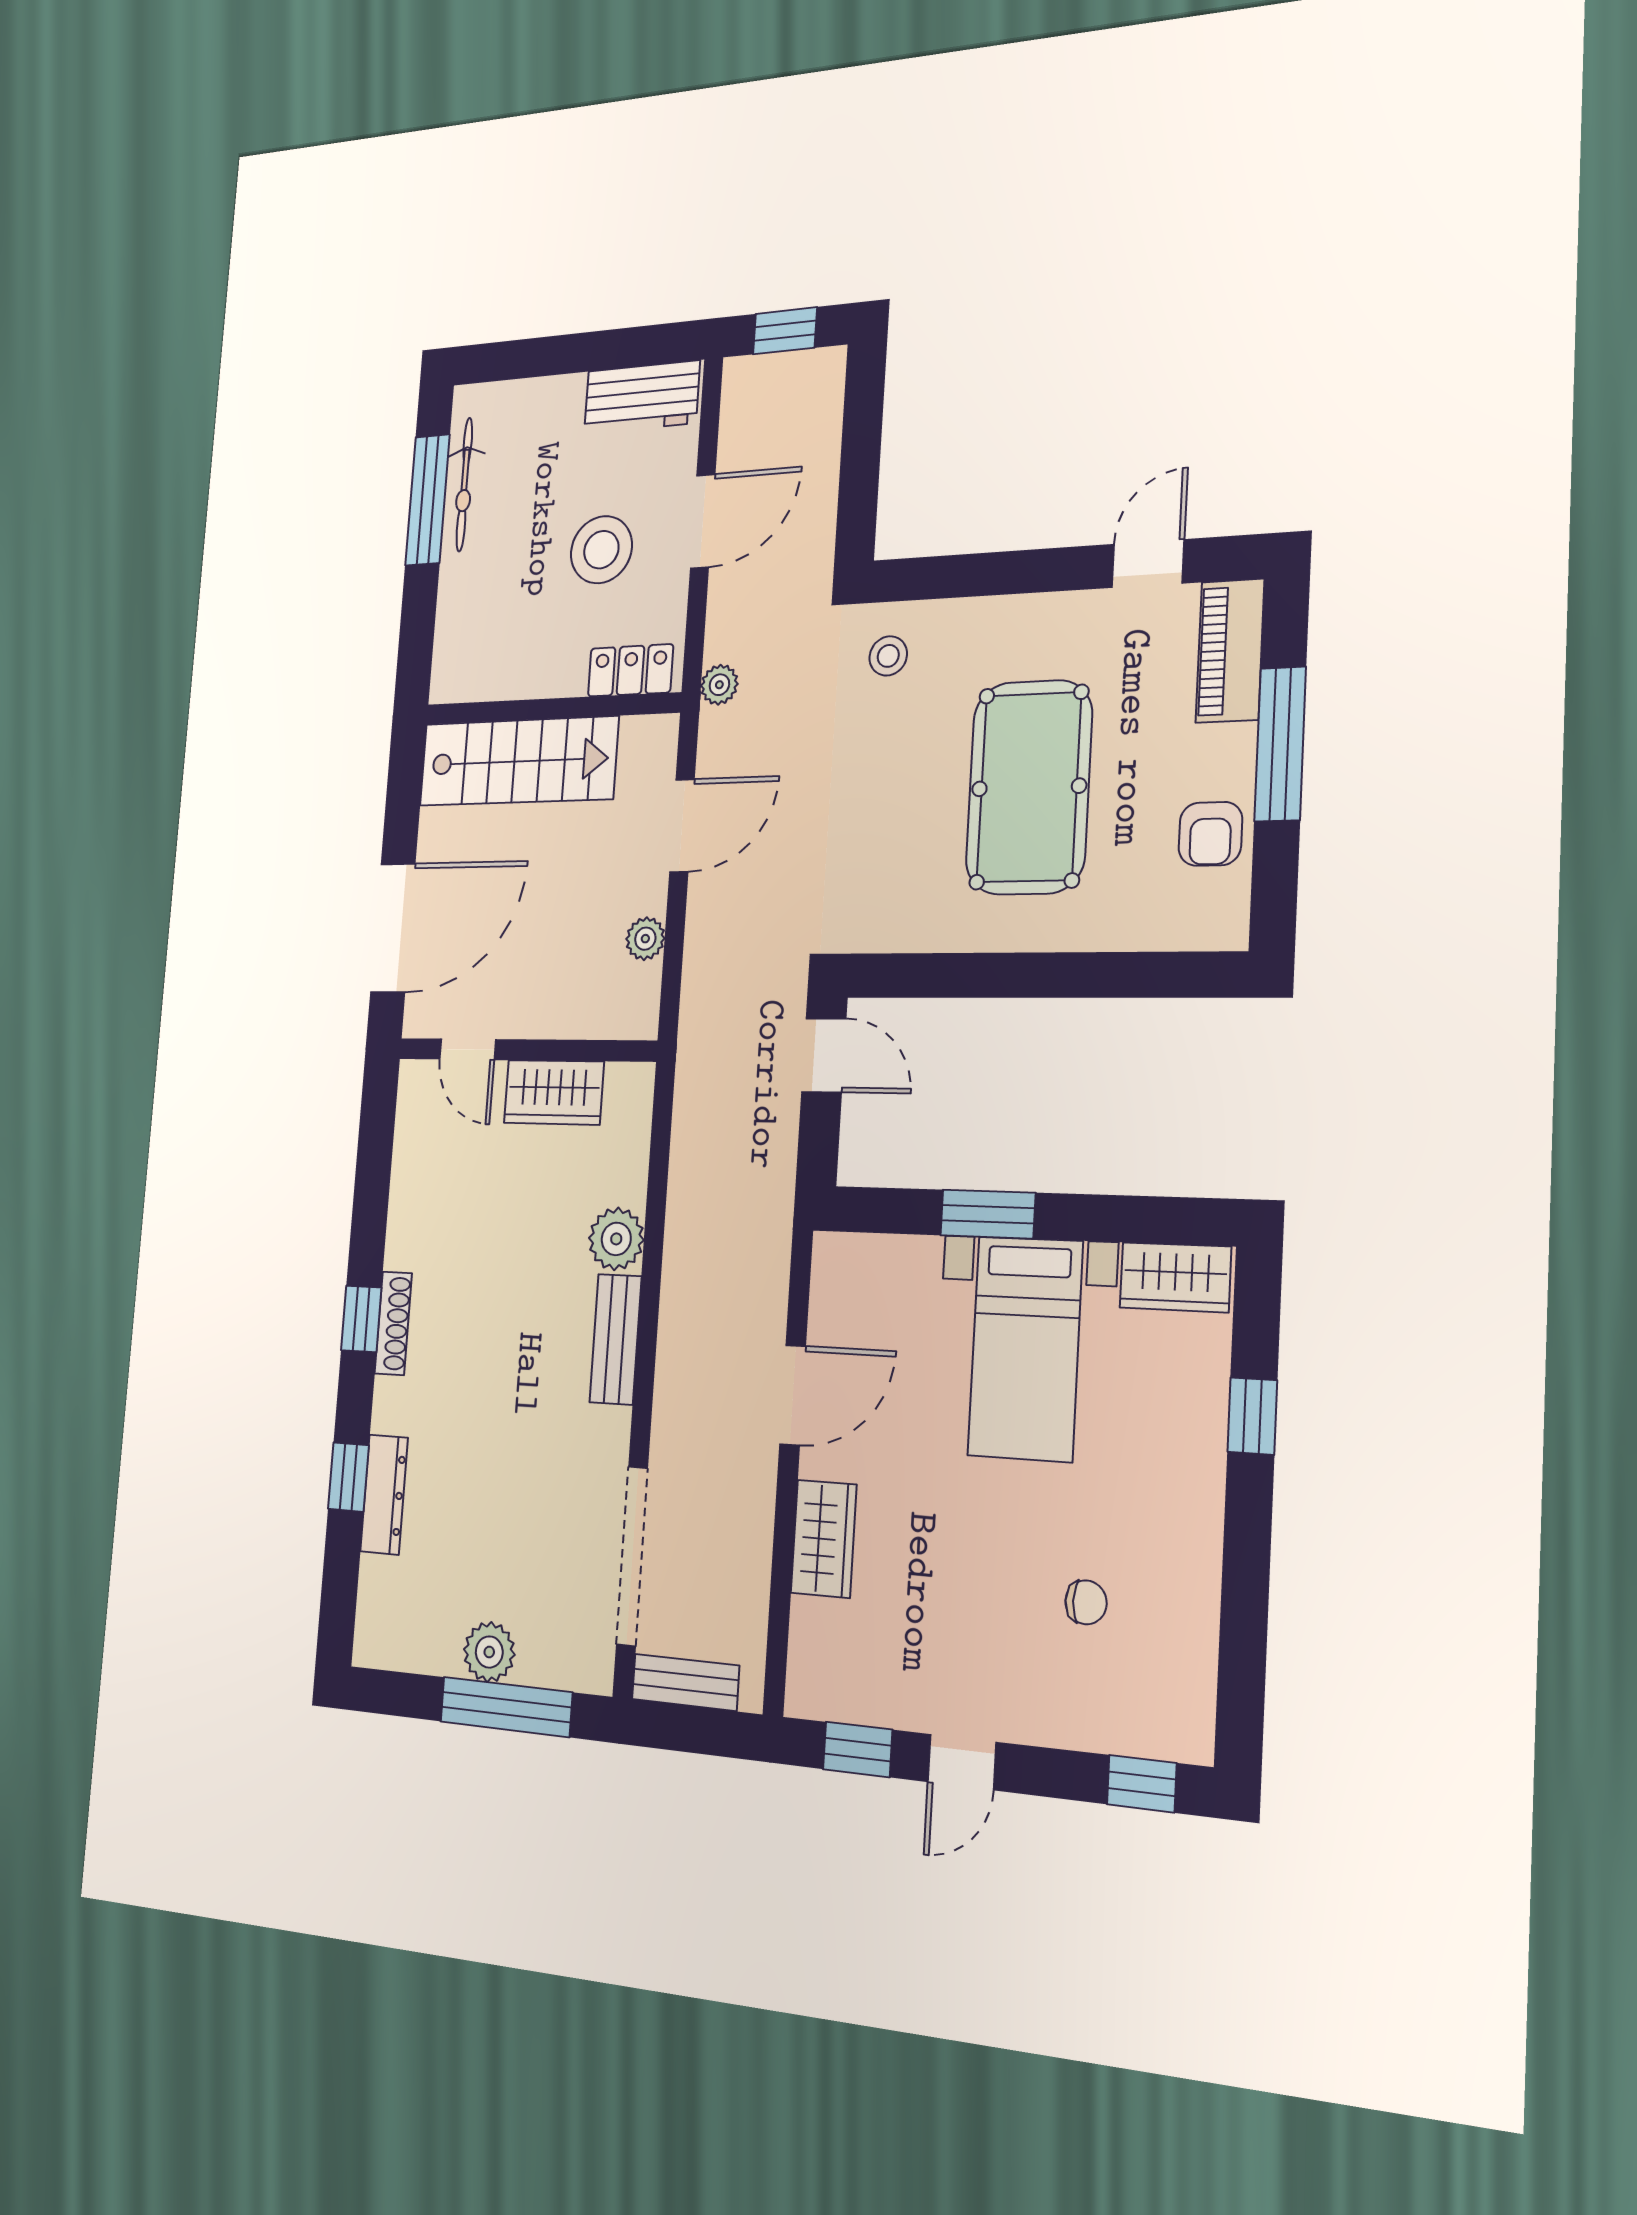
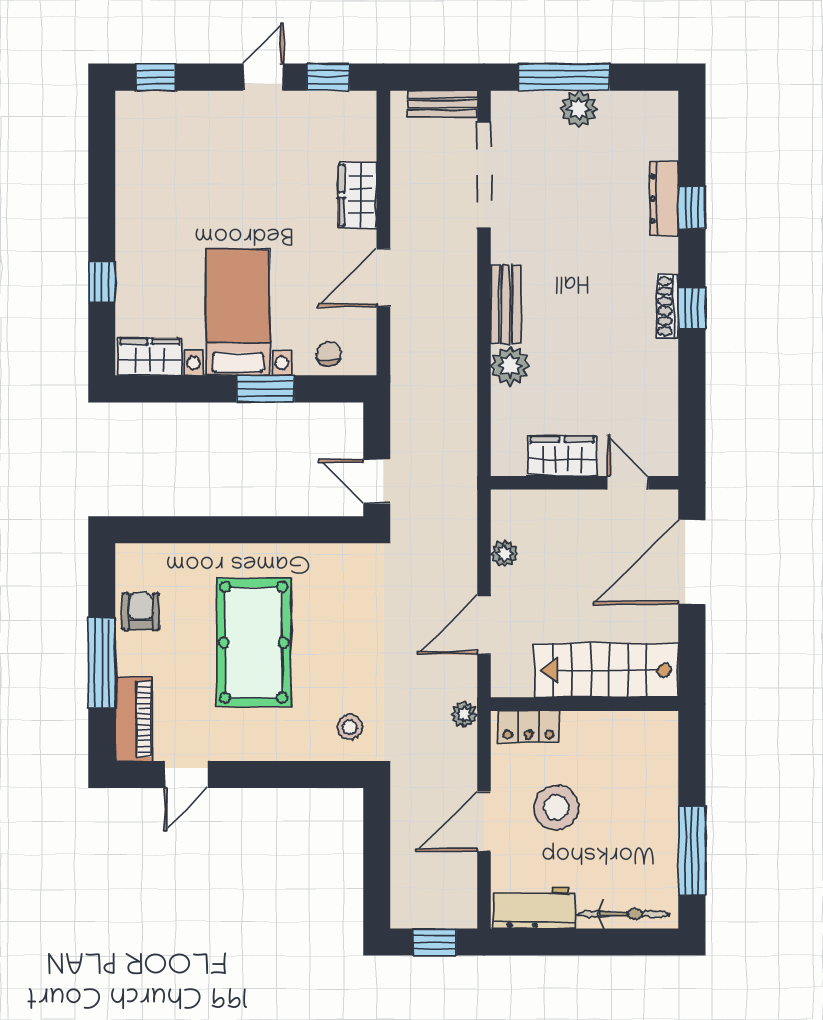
bicycle: (464, 484) -> (624, 914), moved, turned 90
chair: (1086, 1602) -> (329, 354), moved, turned 90

